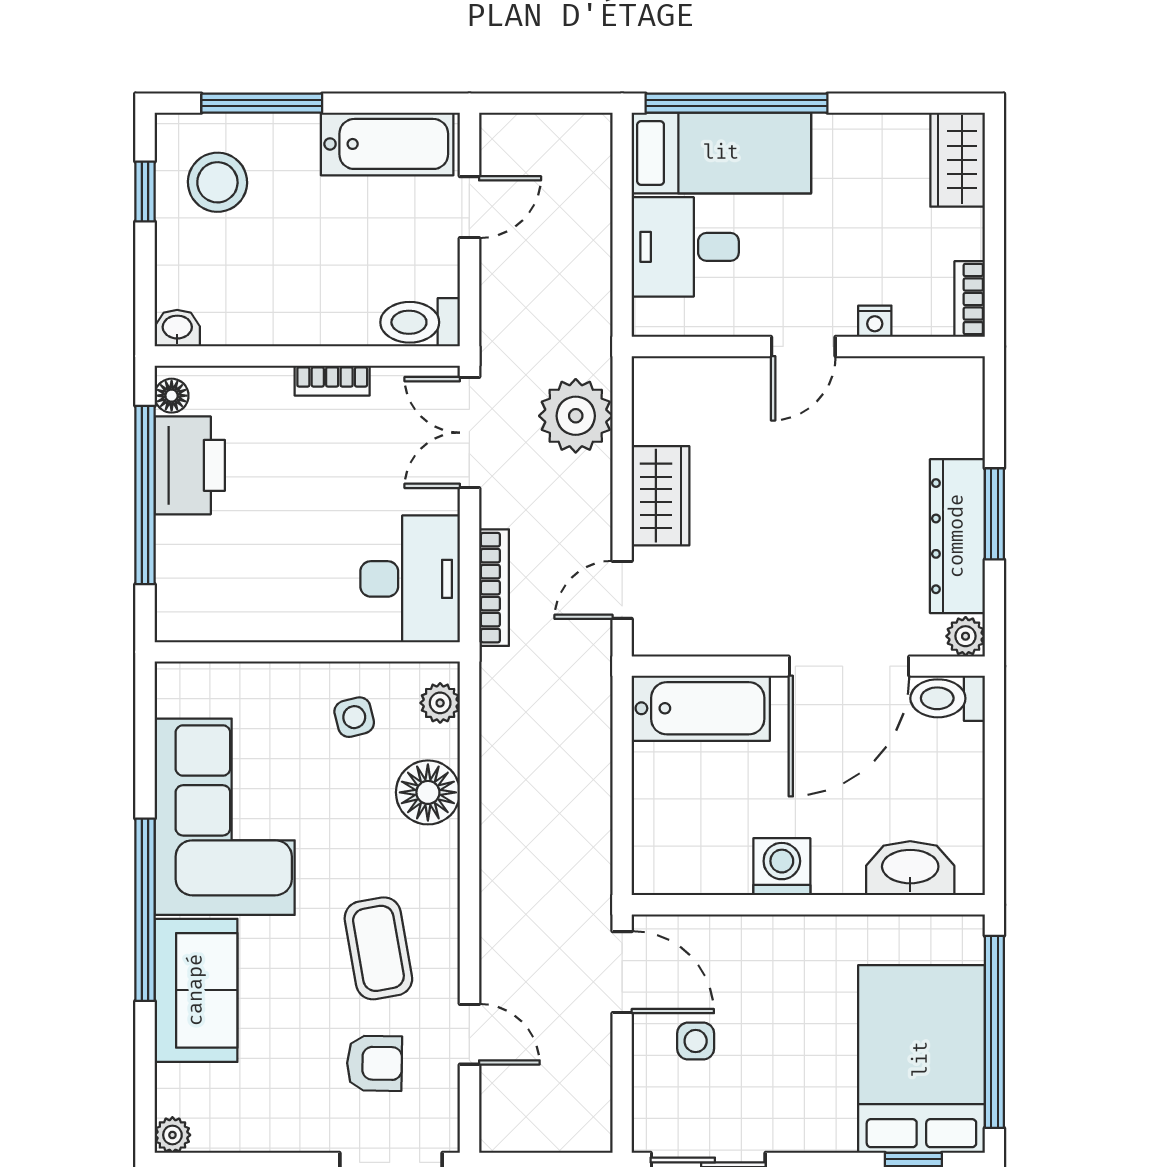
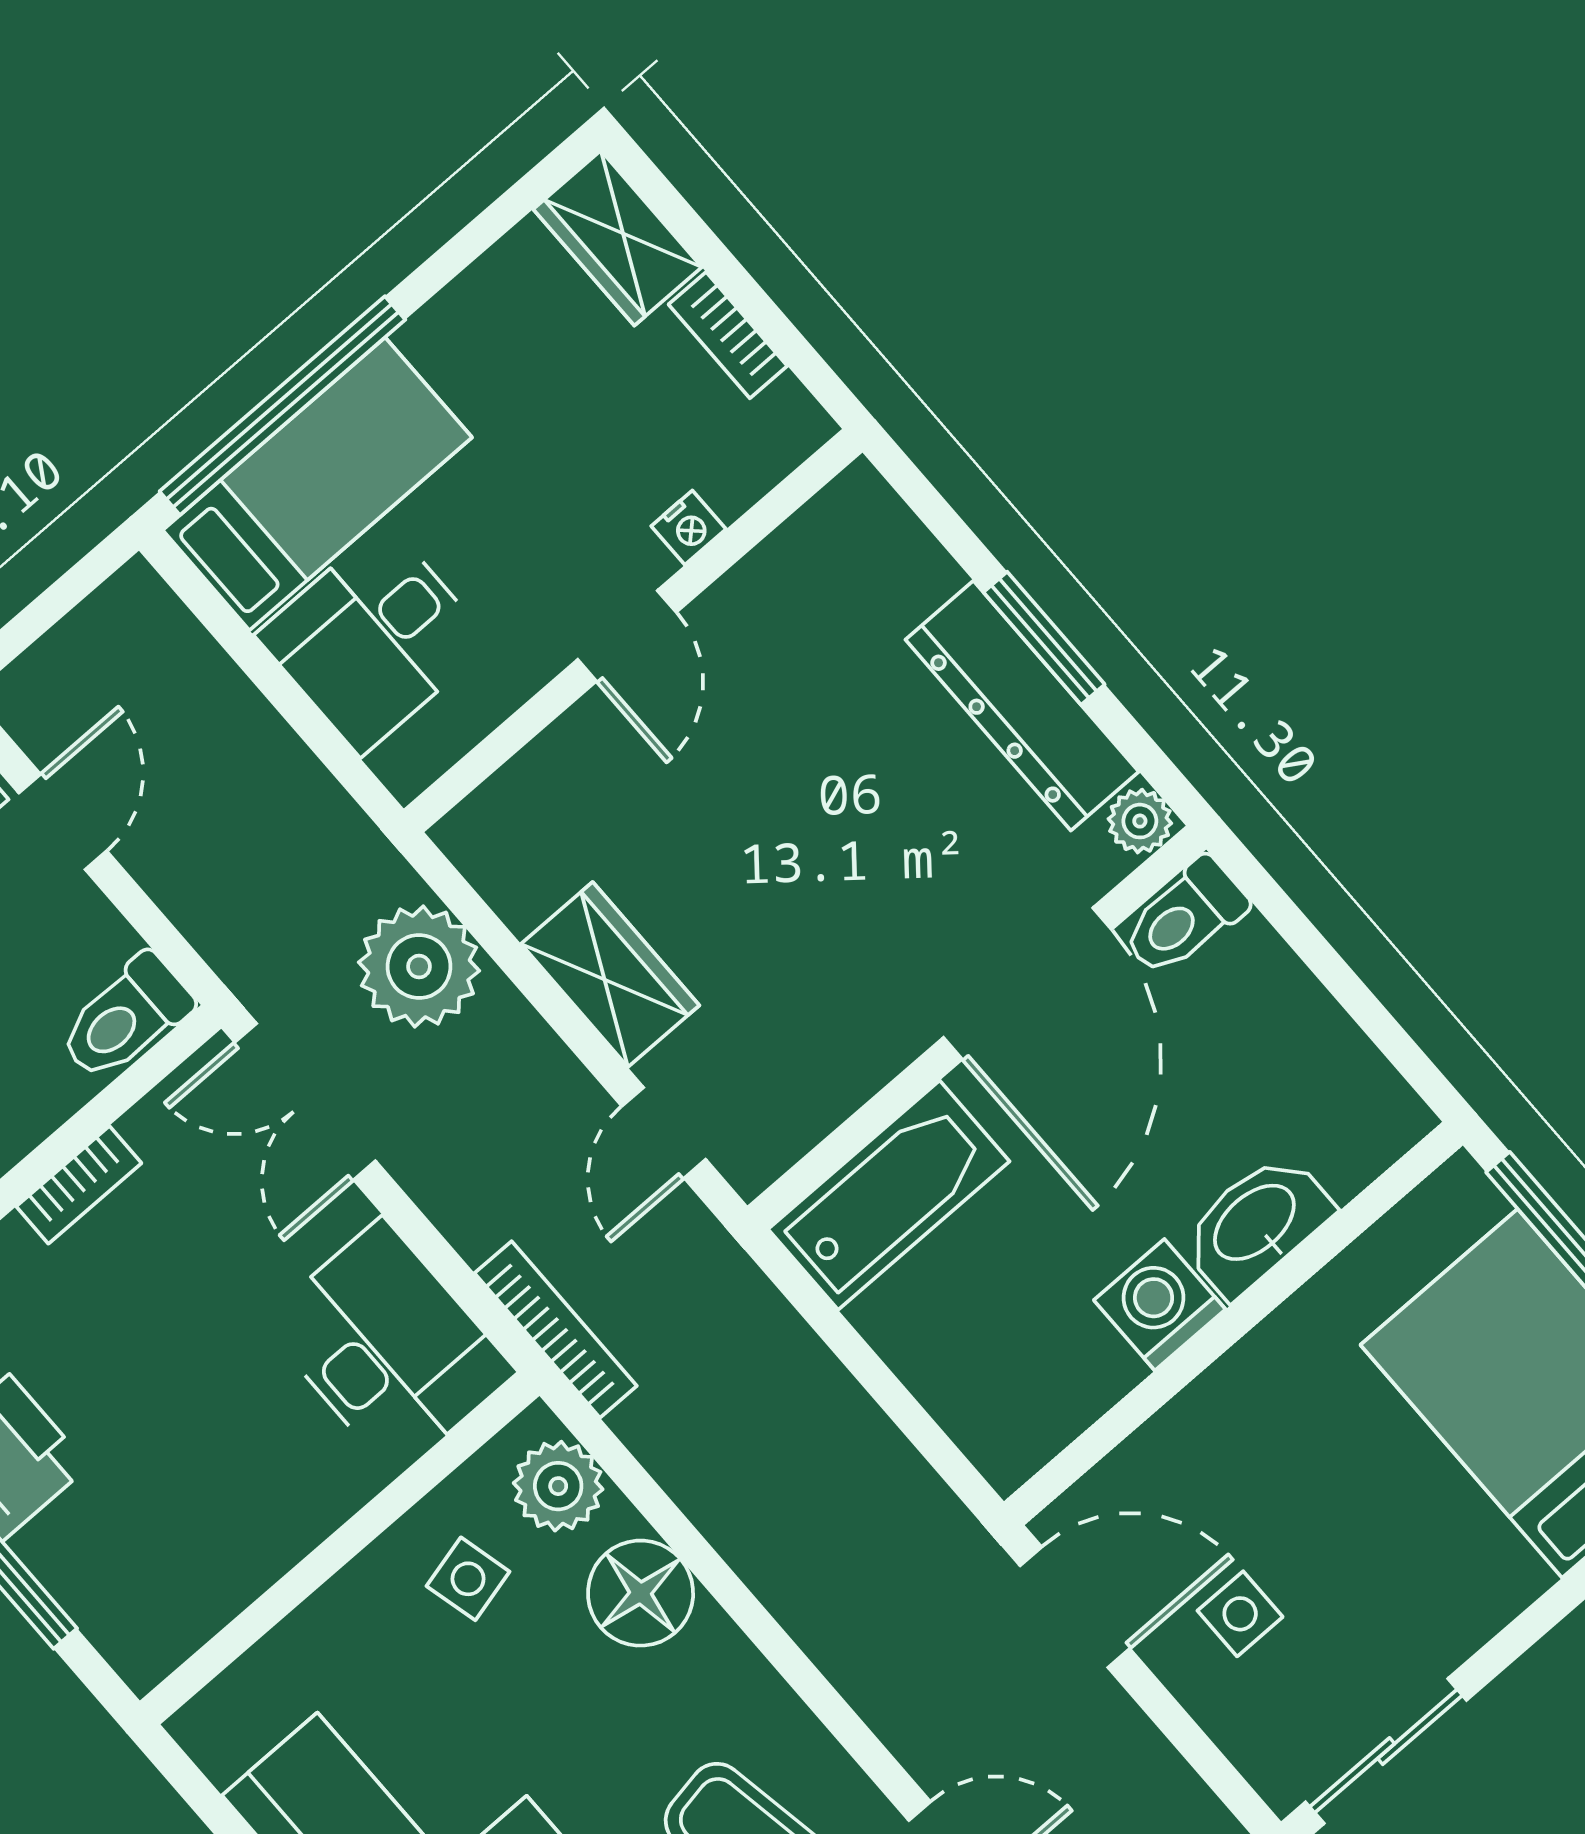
bookcase: (970, 299) -> (728, 335), moved
bookcase: (494, 588) -> (556, 1329), moved
plant: (440, 703) -> (558, 1486), width x1.38, depth x1.38
washbasin: (910, 868) -> (1256, 1224), moved

